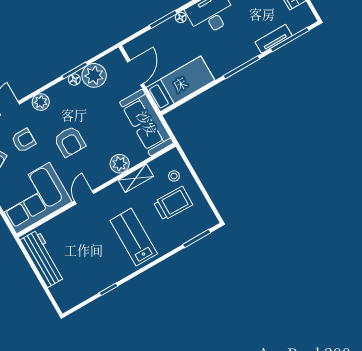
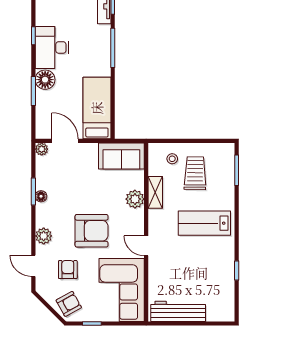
floor lamp: (181, 18) -> (45, 80), width x1.89, depth x1.89
plant: (94, 75) -> (42, 149), moved, width x0.53, depth x0.53
sofa: (147, 123) -> (121, 156), width x0.73
armchair: (70, 142) -> (92, 231), width x1.36, depth x1.36

